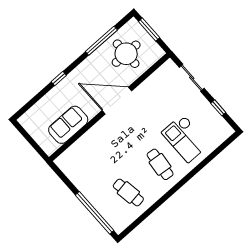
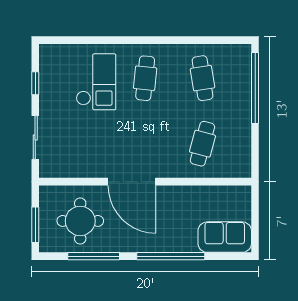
window: (59, 79) -> (171, 256), width x3.17
sofa: (68, 125) -> (225, 237), moved, turned 180
cafe table: (96, 156) -> (202, 144), added

